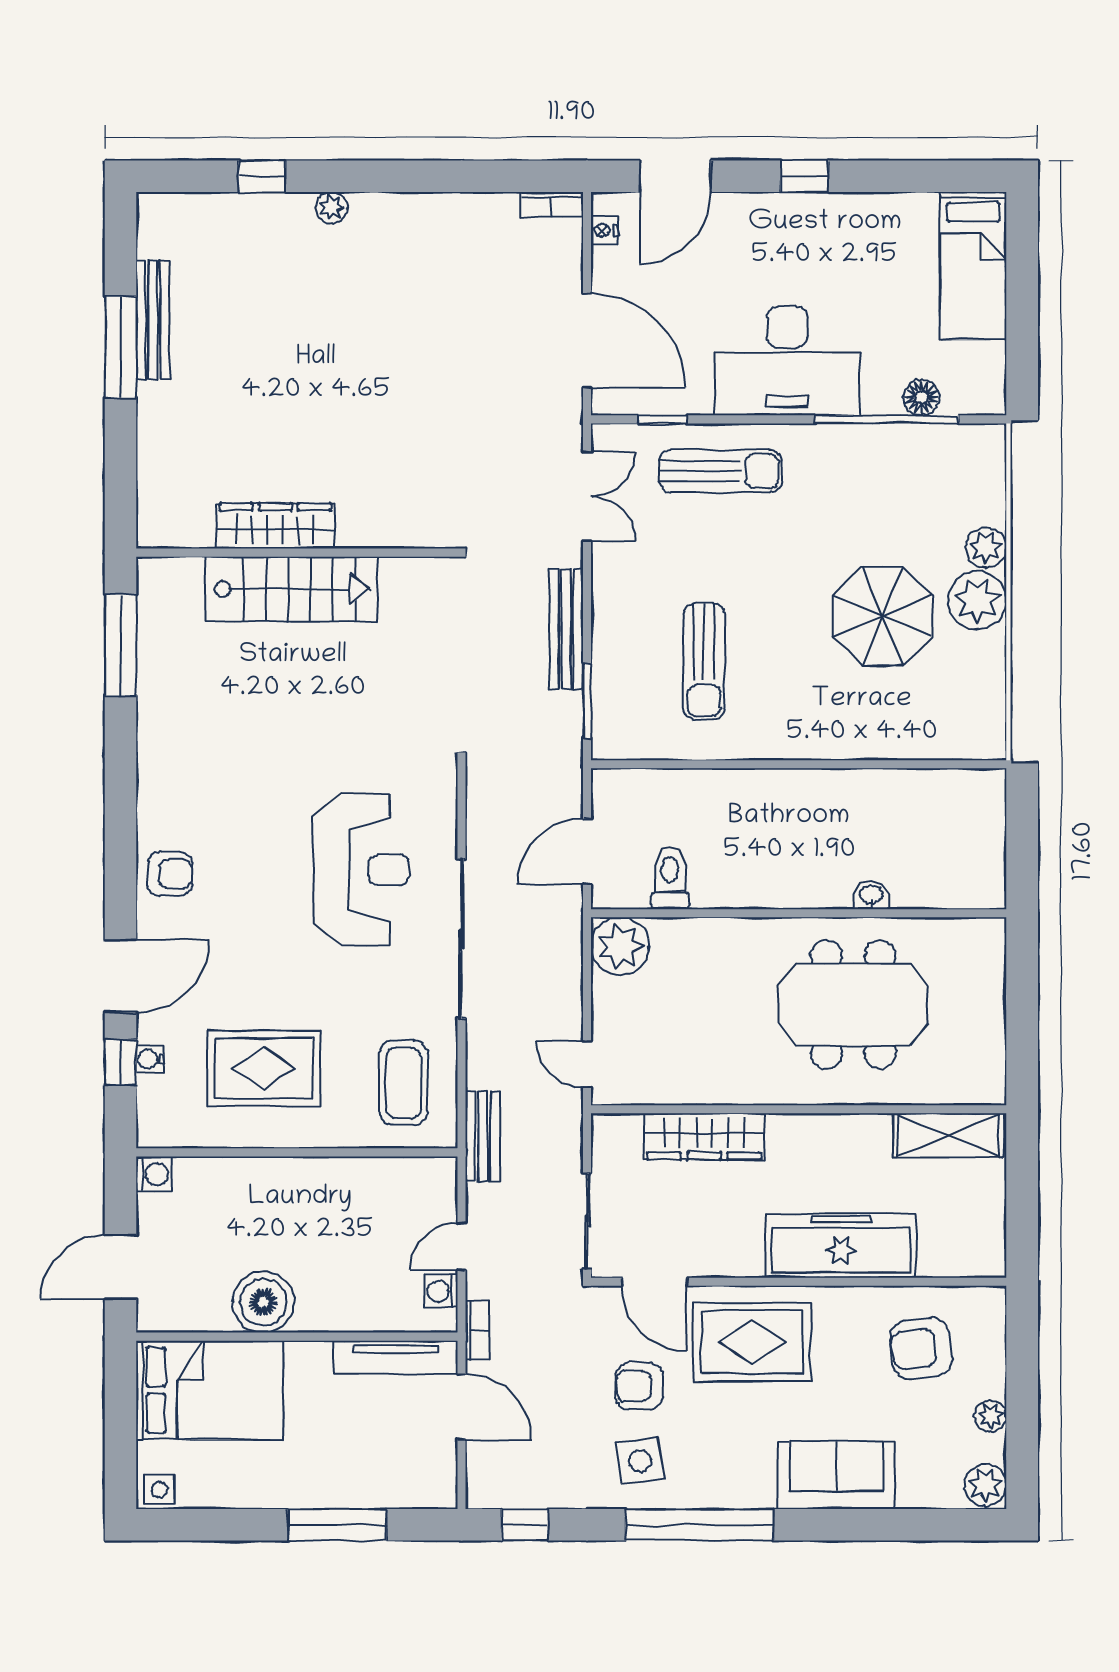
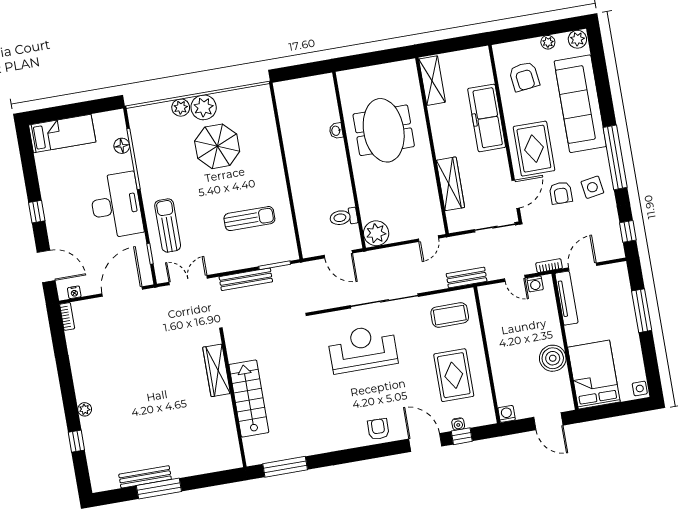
wardrobe: (275, 526) -> (217, 370), moved
sofa: (836, 1475) -> (580, 104), width x1.85, depth x1.27

